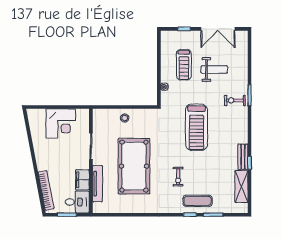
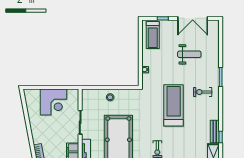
treadmill: (184, 65) -> (153, 35), moved
exercise bike: (235, 100) -> (203, 92), moved
treadmill: (196, 127) -> (174, 105), turned 180

